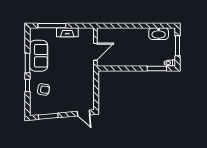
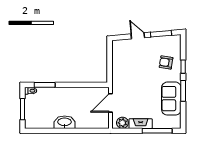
plant: (84, 33) -> (122, 123), added
washbasin: (159, 34) -> (65, 122), moved
door: (83, 113) -> (138, 36), moved

